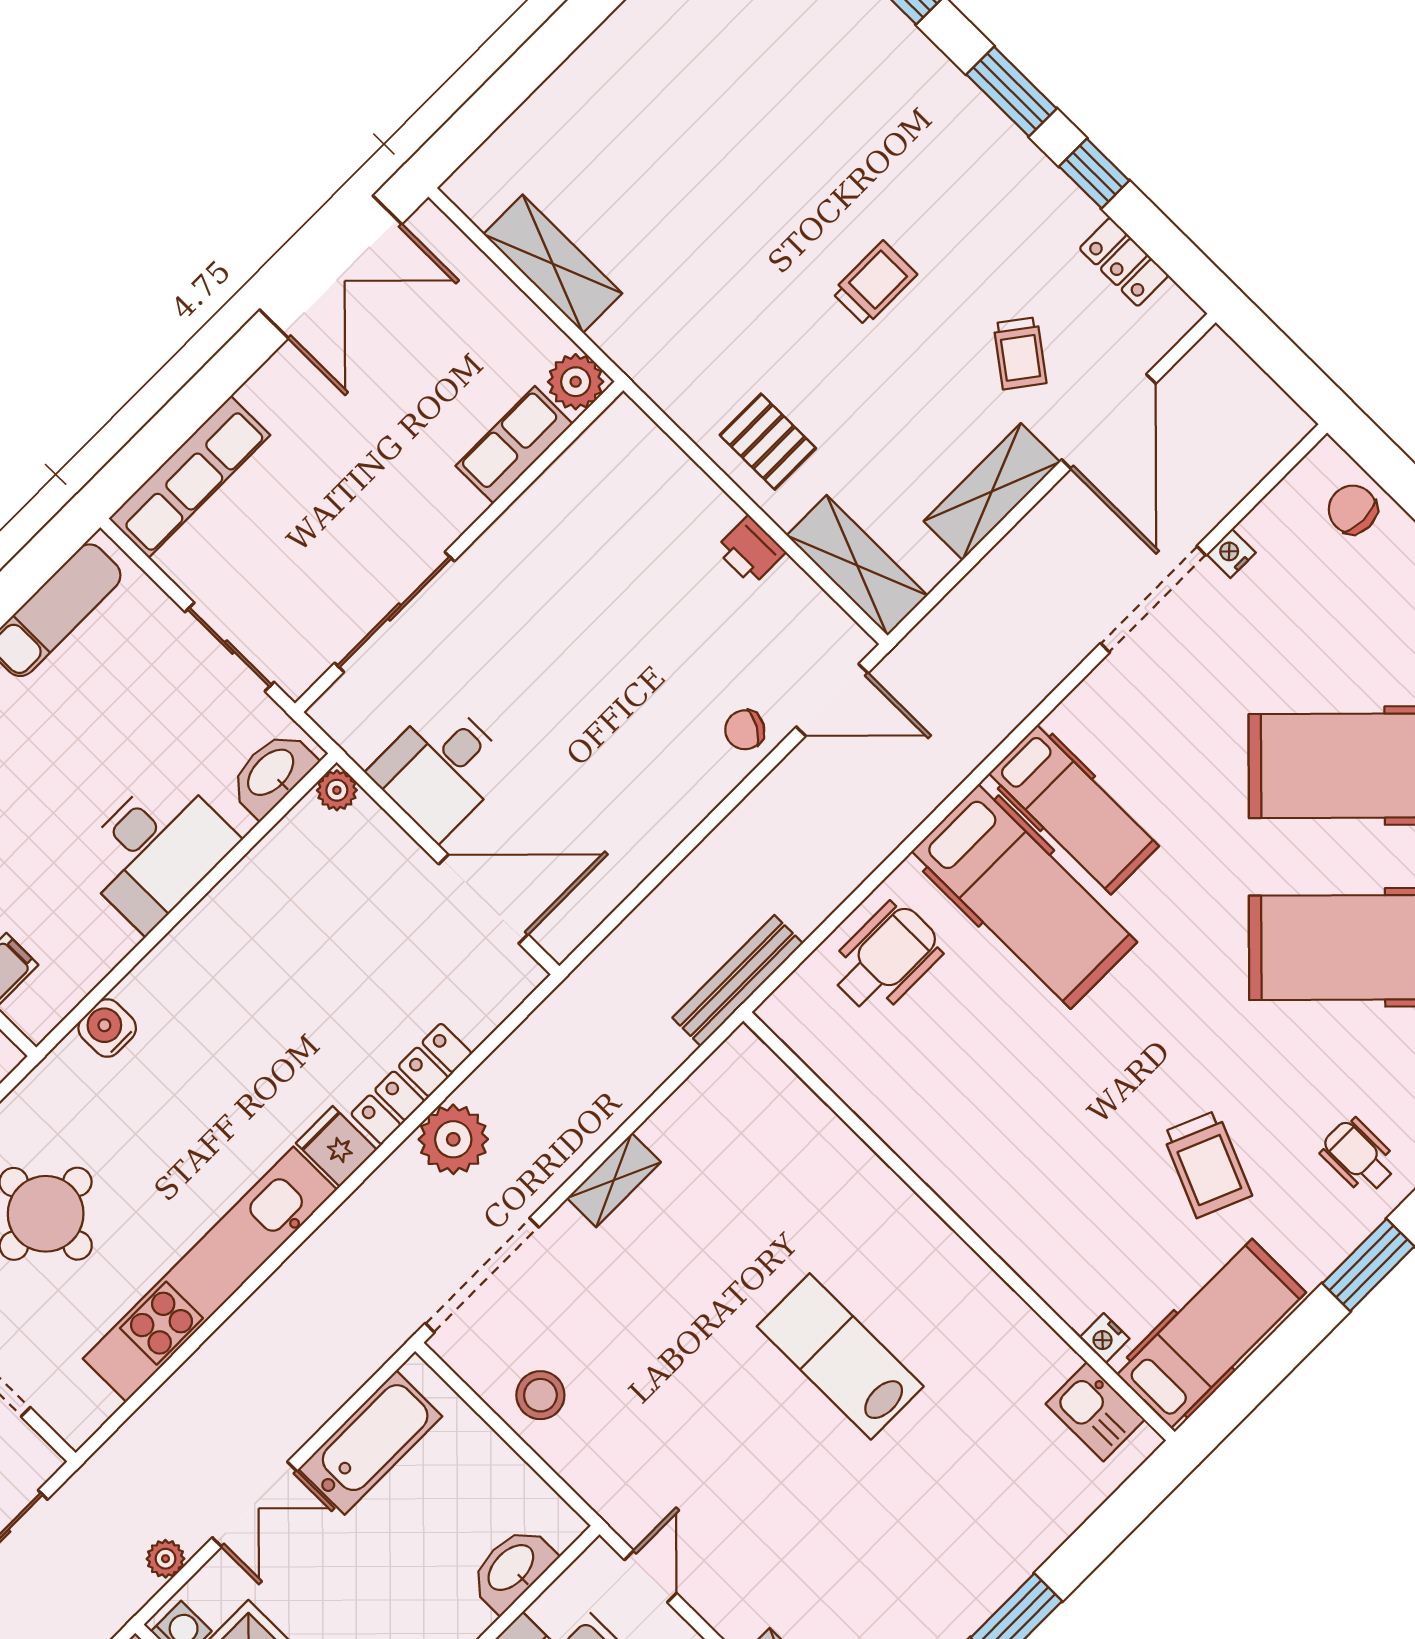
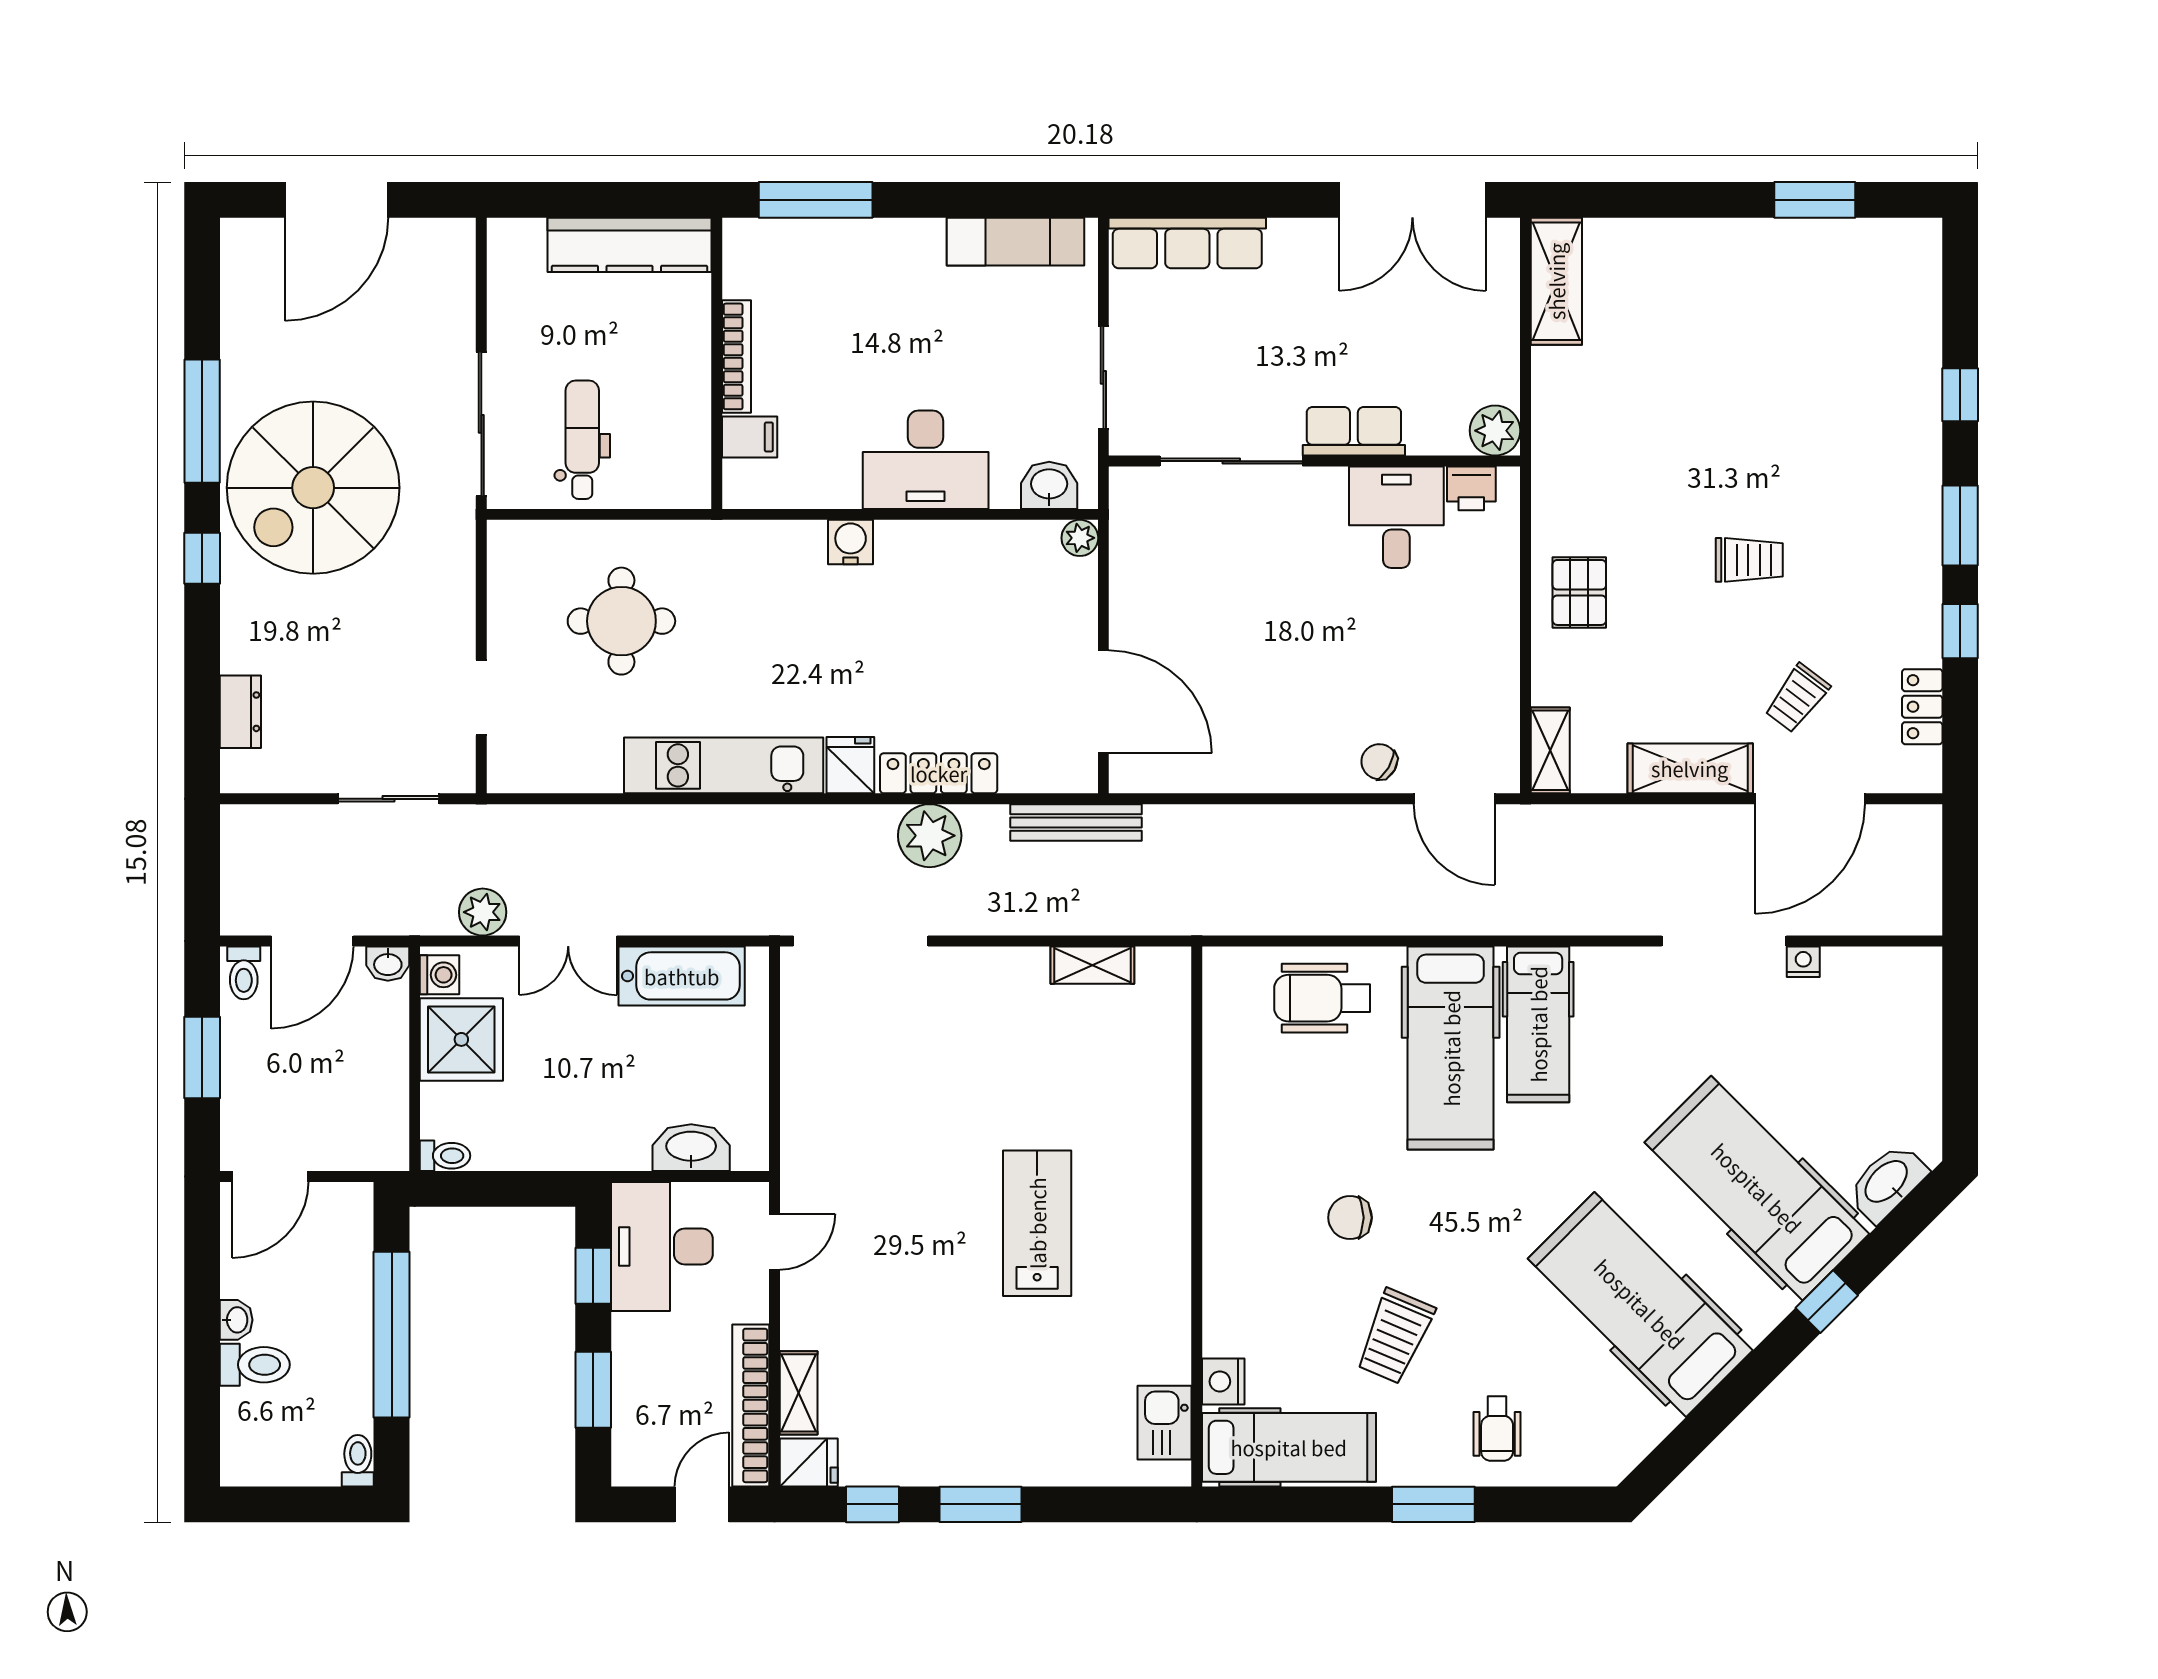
shelving: (553, 264) -> (1556, 281), moved
row of seats: (514, 445) -> (1354, 431), moved
chair: (1353, 509) -> (1350, 1218), moved, turned -90
printer: (750, 550) -> (1471, 488), moved, turned -90
shelving: (857, 565) -> (1550, 750), width x0.67, depth x0.75
desk: (440, 769) -> (1396, 517), moved, turned 90
washbasin: (272, 773) -> (1049, 485), width x0.72
wheelchair: (886, 958) -> (1322, 998), turned 180
bench: (738, 981) -> (1076, 823), moved
water cooler: (107, 1028) -> (851, 542), moved
wheelchair: (1359, 1156) -> (1497, 1429), turned 180
shelving: (614, 1180) -> (1092, 965), moved
kitchen unit: (210, 1274) -> (724, 765), width x0.73
nightstand: (1104, 1338) -> (1223, 1381), width x1.39, depth x1.35
stool: (540, 1395) -> (821, 1055), removed
plant: (166, 1559) -> (483, 912), width x1.38, depth x1.38

